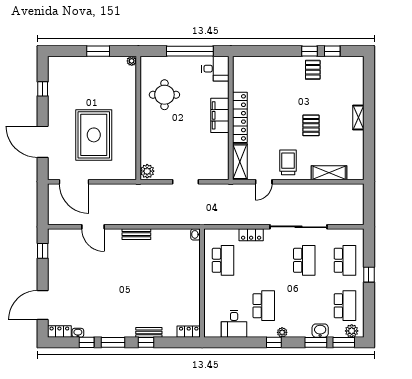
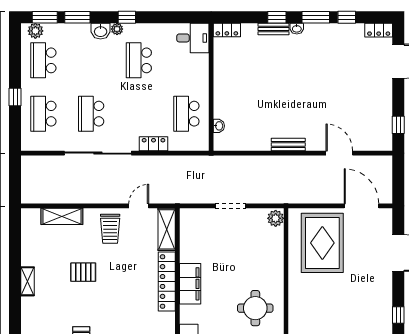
pallet: (311, 125) -> (83, 272), turned 90
rug: (94, 135) -> (322, 243), moved
washbasin: (196, 234) -> (219, 126), moved
desk: (234, 324) -> (193, 38), moved, turned 90
washbasin: (320, 331) -> (101, 31), moved
washbasin: (78, 333) -> (297, 29), moved

